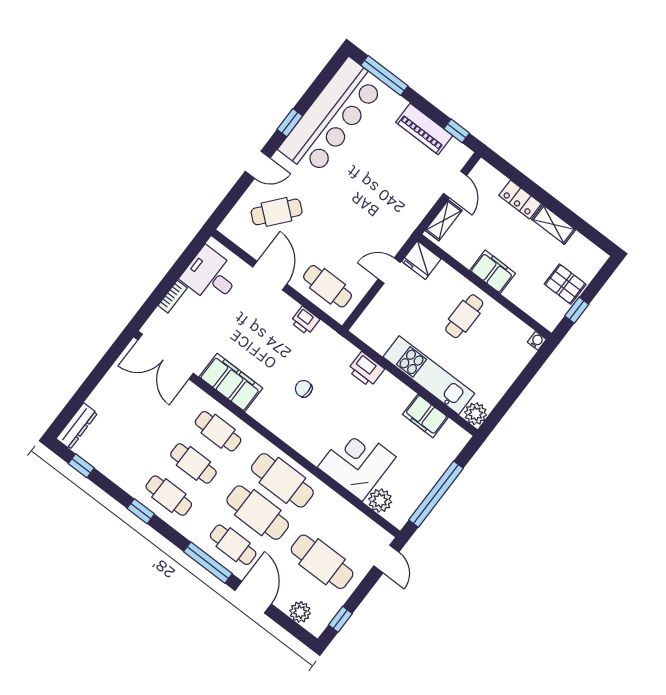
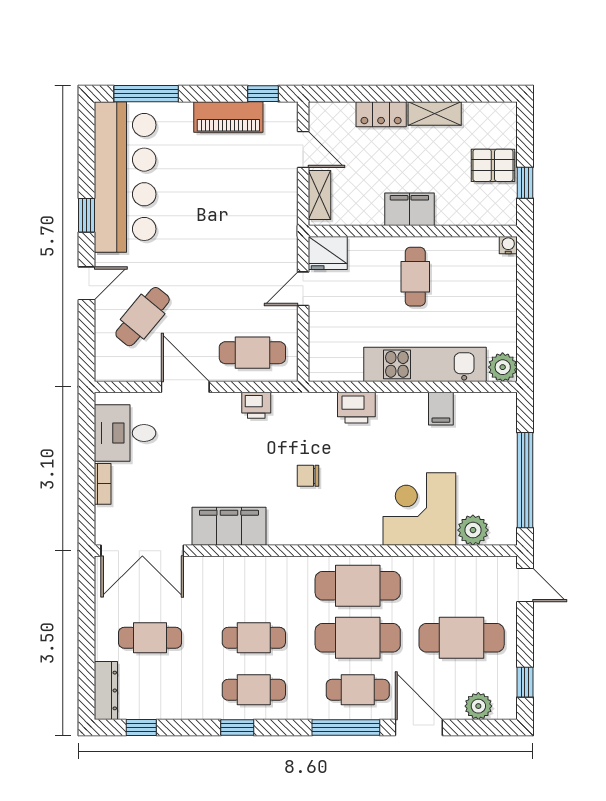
filing cabinet: (425, 416) -> (441, 409), width x0.50
cafe table: (218, 431) -> (150, 638), moved

